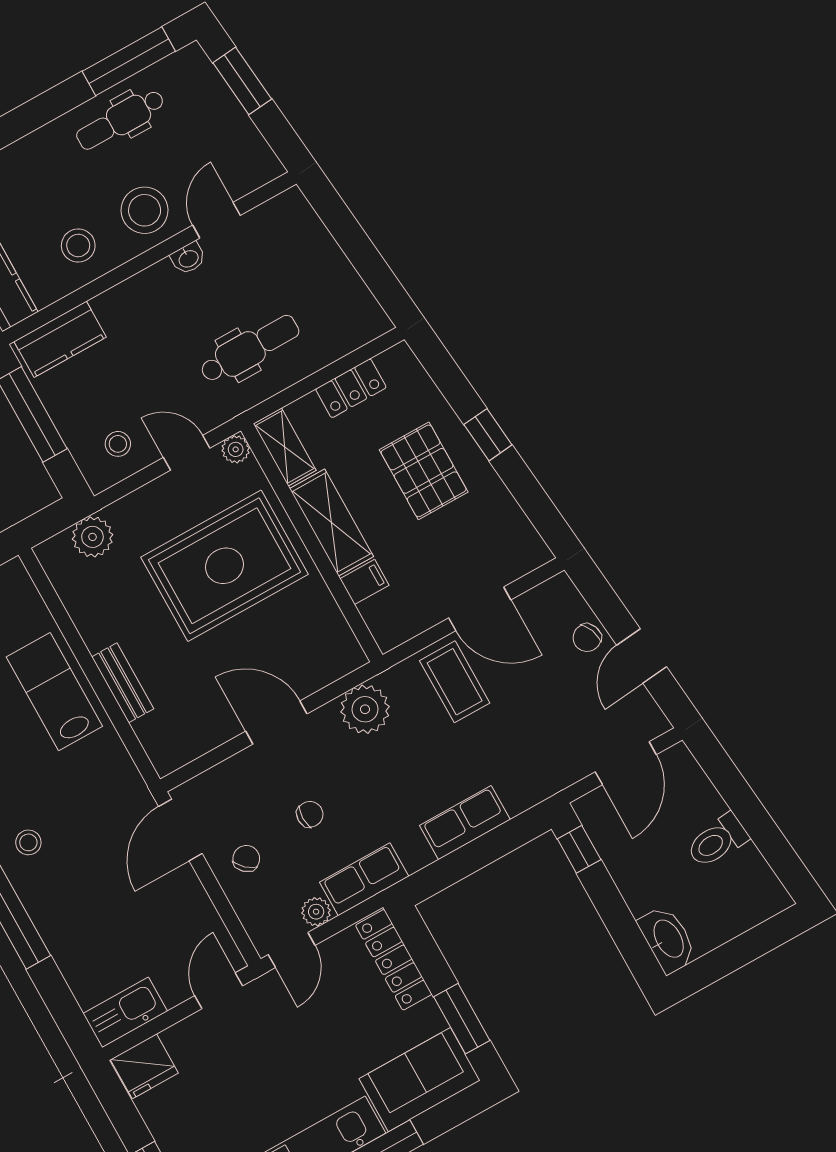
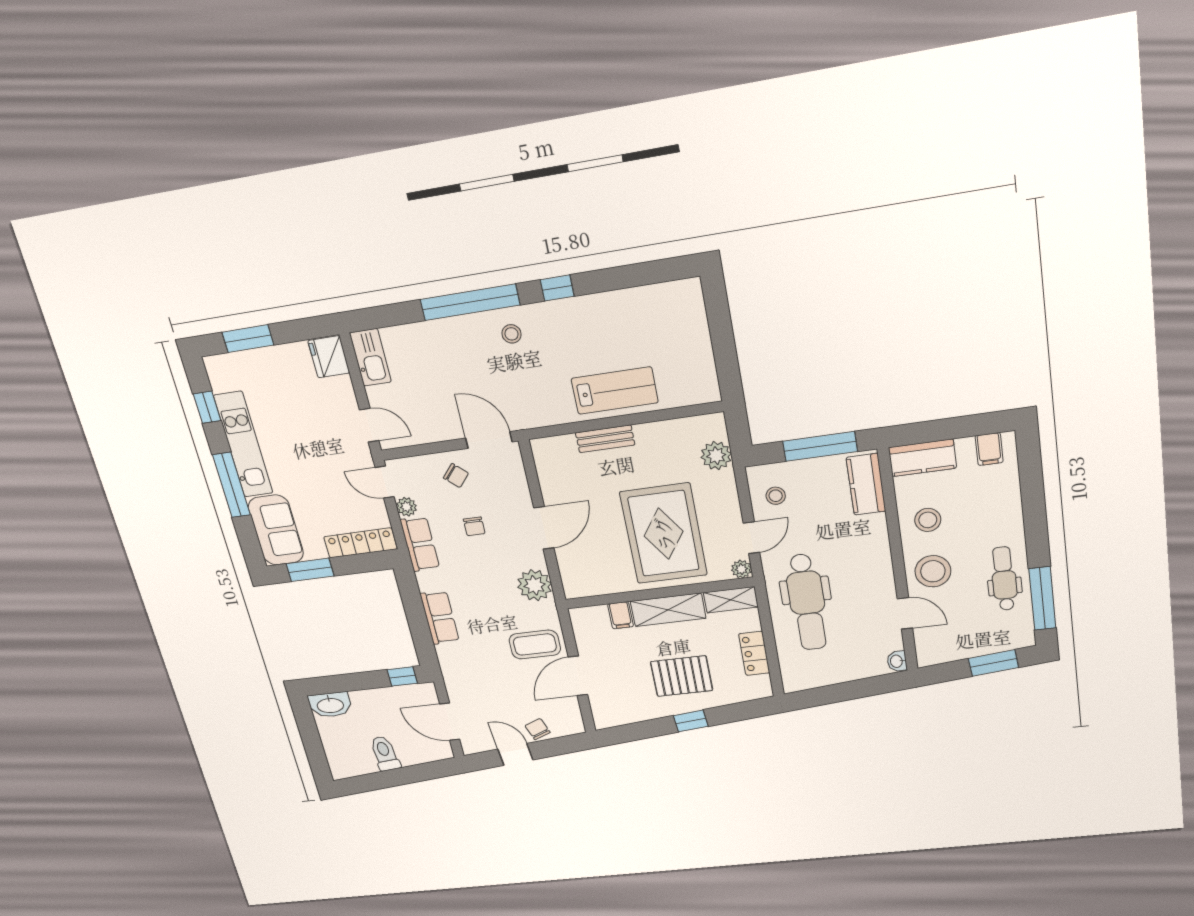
washbasin: (188, 258) -> (897, 661), moved
dental chair: (250, 349) -> (807, 602), width x1.36, depth x1.38

